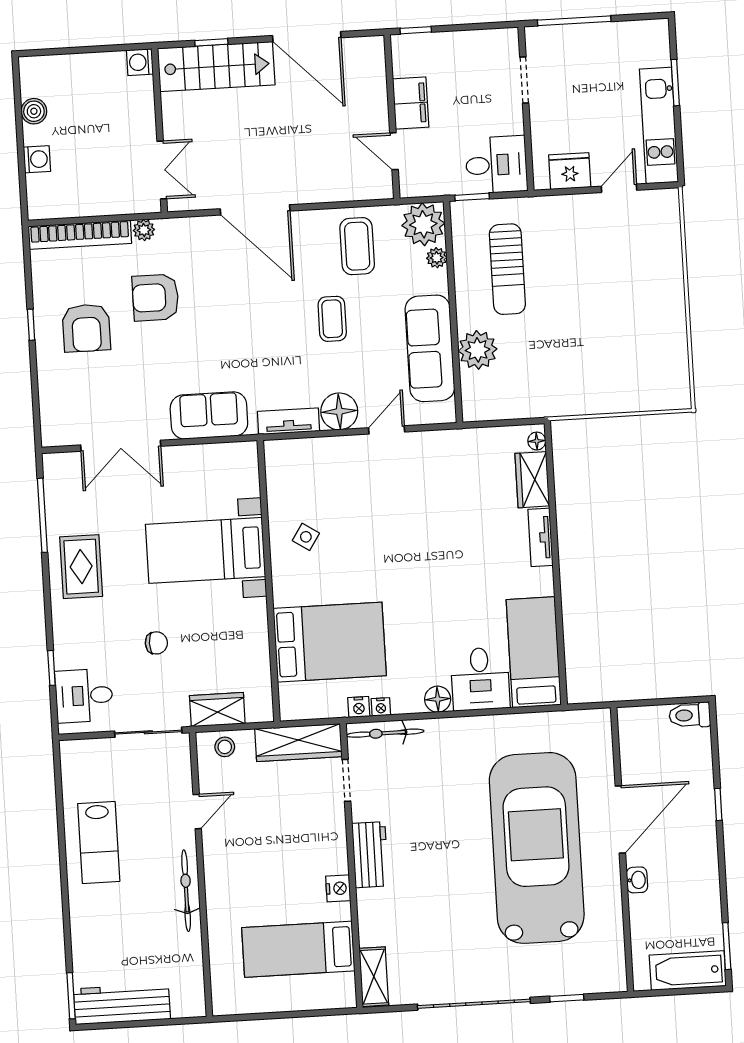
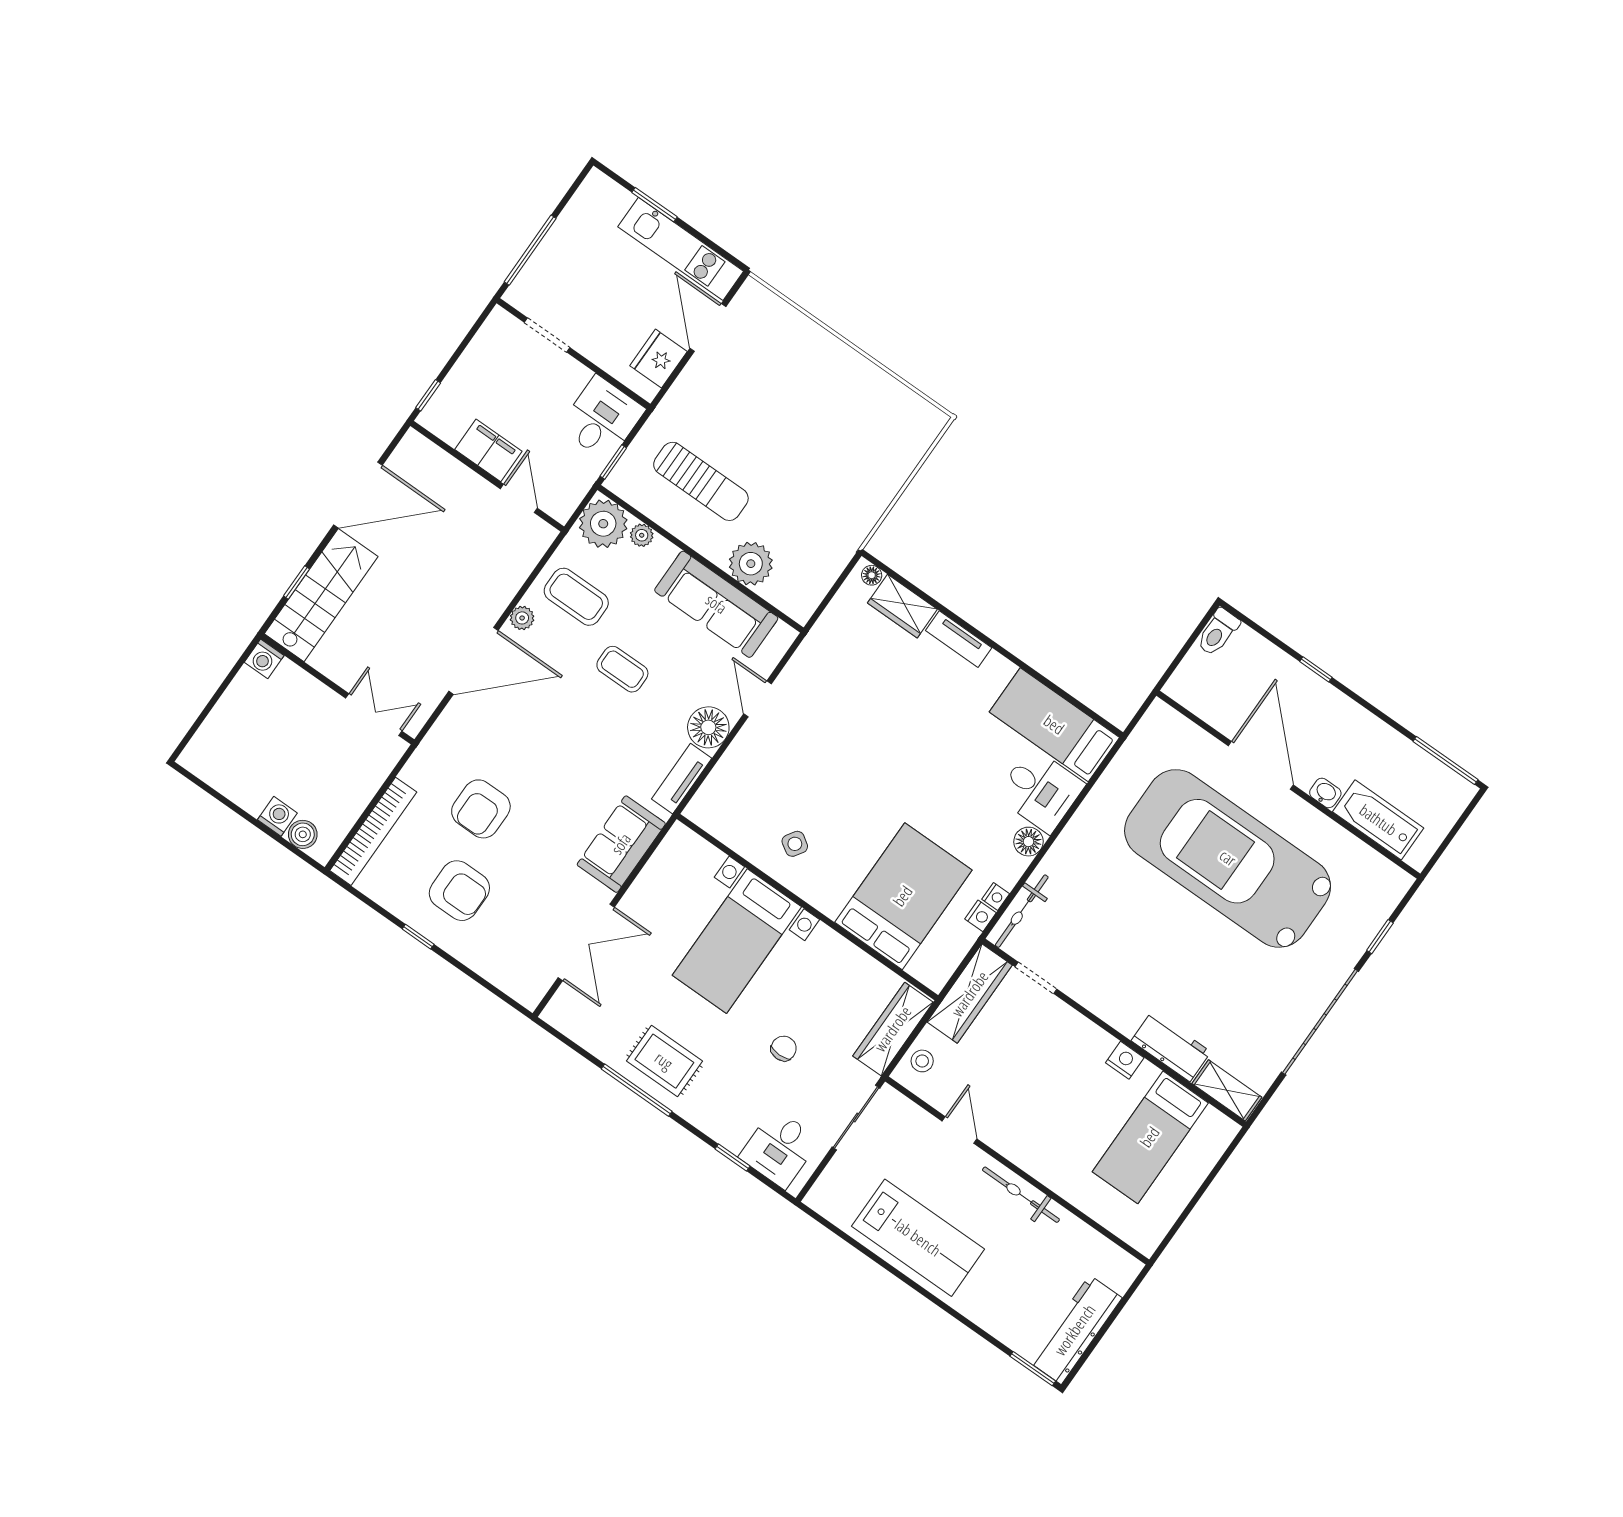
boiler: (34, 111) -> (303, 834), moved
door: (394, 151) -> (519, 498), swing flipped
door: (619, 188) -> (708, 327), width x1.38
plant: (144, 230) -> (522, 618), moved
window: (42, 515) -> (637, 1090), moved
wardrobe: (217, 710) -> (893, 1029), width x1.50
lab bench: (99, 842) -> (918, 1238), width x1.36, depth x1.39
workbench: (370, 855) -> (1171, 1046), moved
window: (727, 946) -> (1446, 761), width x1.44
bathtub: (688, 971) -> (1378, 820), moved, turned 90

